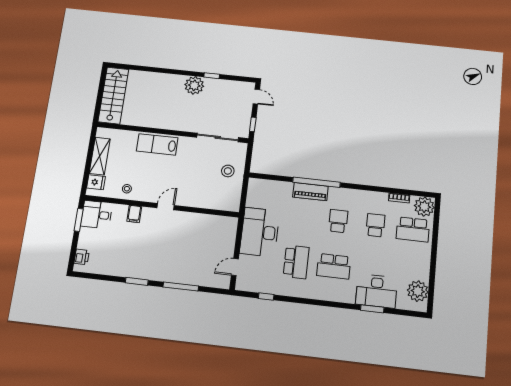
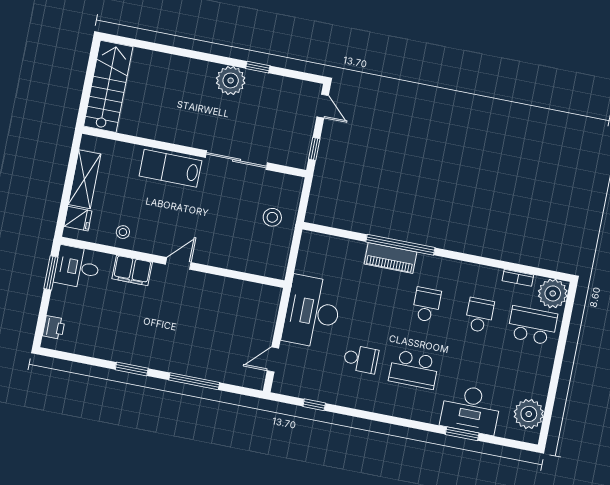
sliding door: (218, 137) -> (237, 160), moved
filing cabinet: (134, 214) -> (132, 271), width x2.00
school desk: (413, 229) -> (532, 325), turned 180
school desk: (296, 262) -> (361, 359), width x0.54

